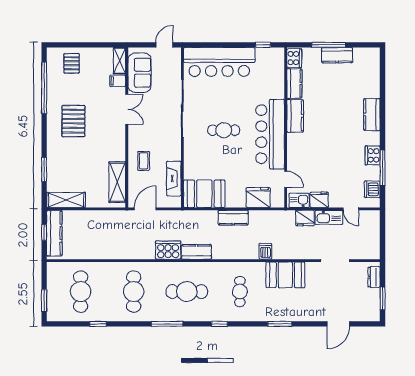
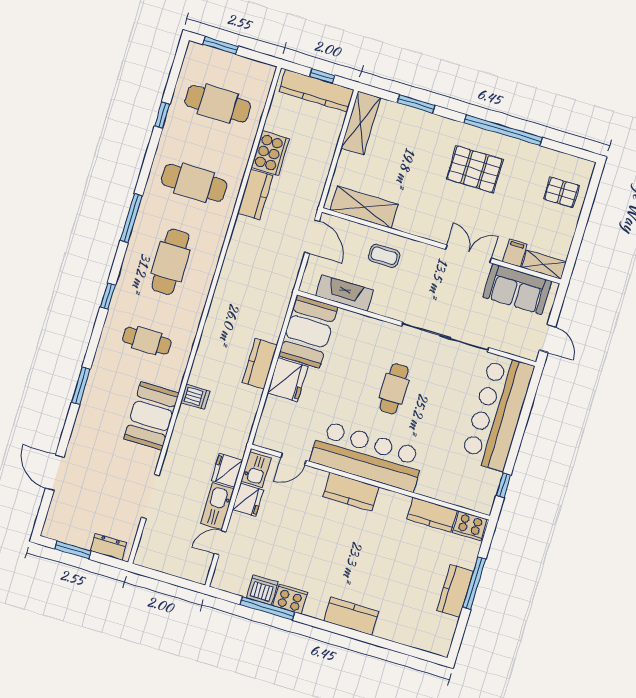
window: (44, 88) -> (503, 130), moved
double door: (127, 109) -> (469, 254), swing flipped
kitchen counter: (295, 116) -> (351, 492), moved
dishwasher: (372, 189) -> (262, 590), moved
fridge: (258, 197) -> (288, 380), moved
cooker: (168, 250) -> (270, 153), moved
kitchen counter: (196, 252) -> (255, 194), moved

